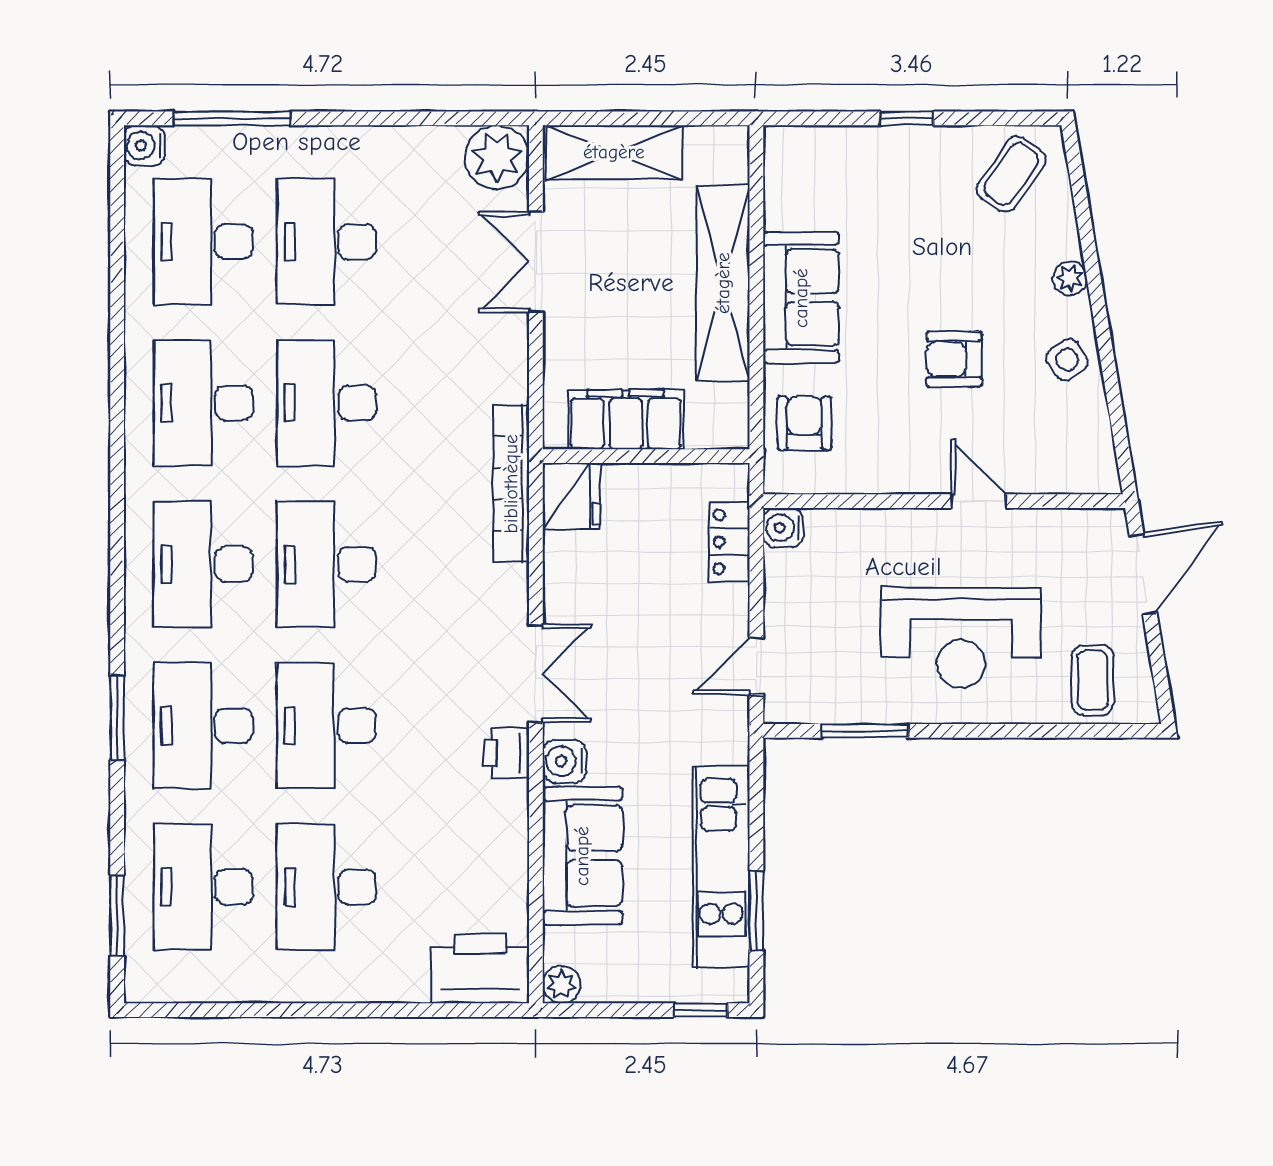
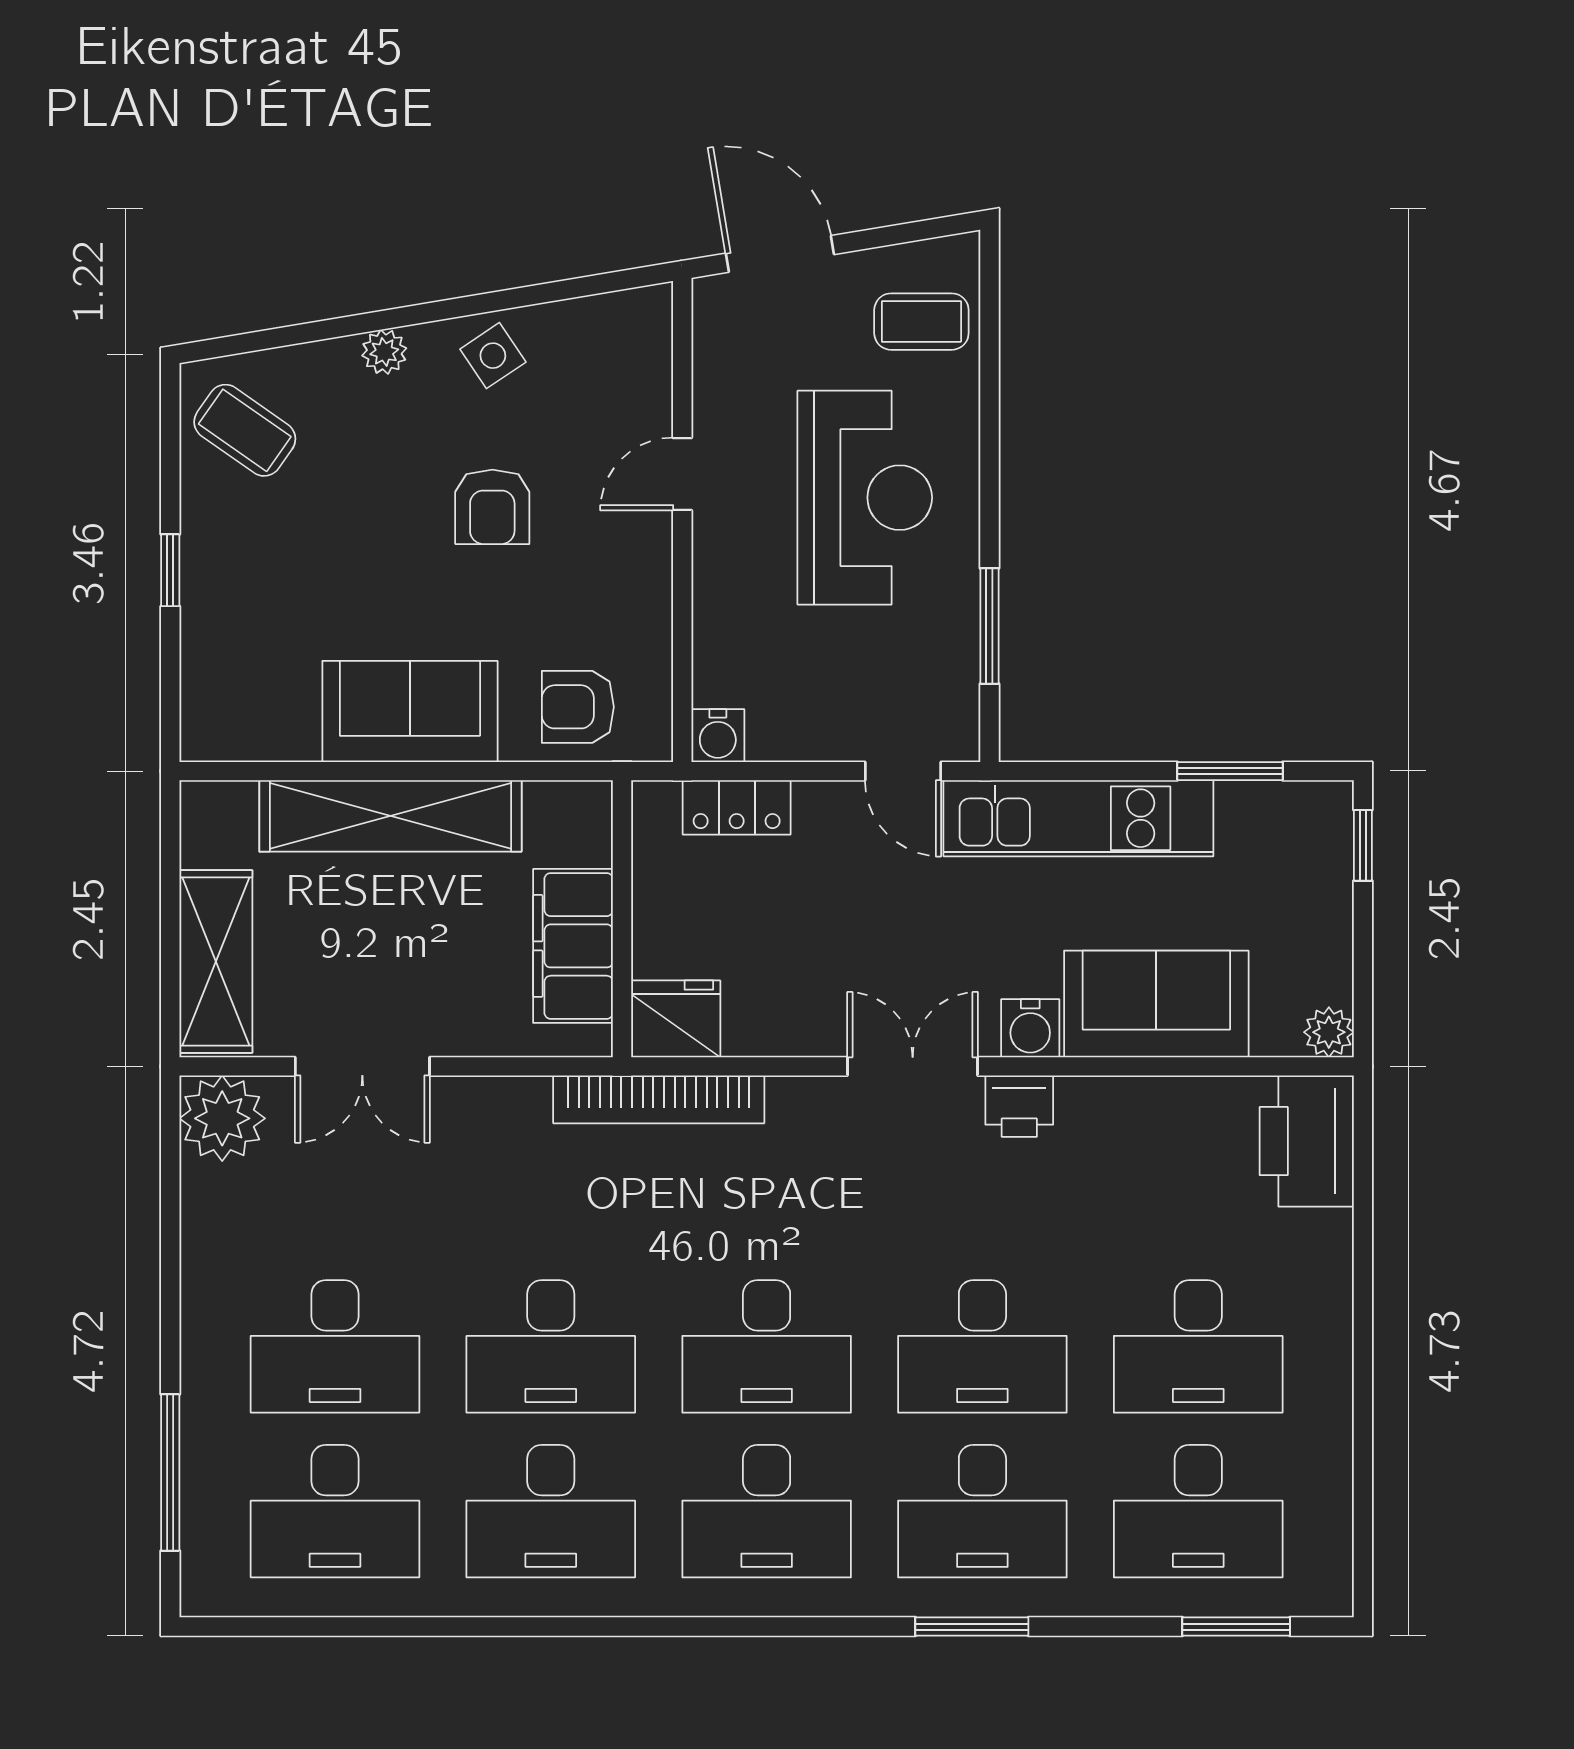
water cooler: (144, 146) -> (206, 1590), removed
kitchen unit: (721, 867) -> (1078, 818), moved

